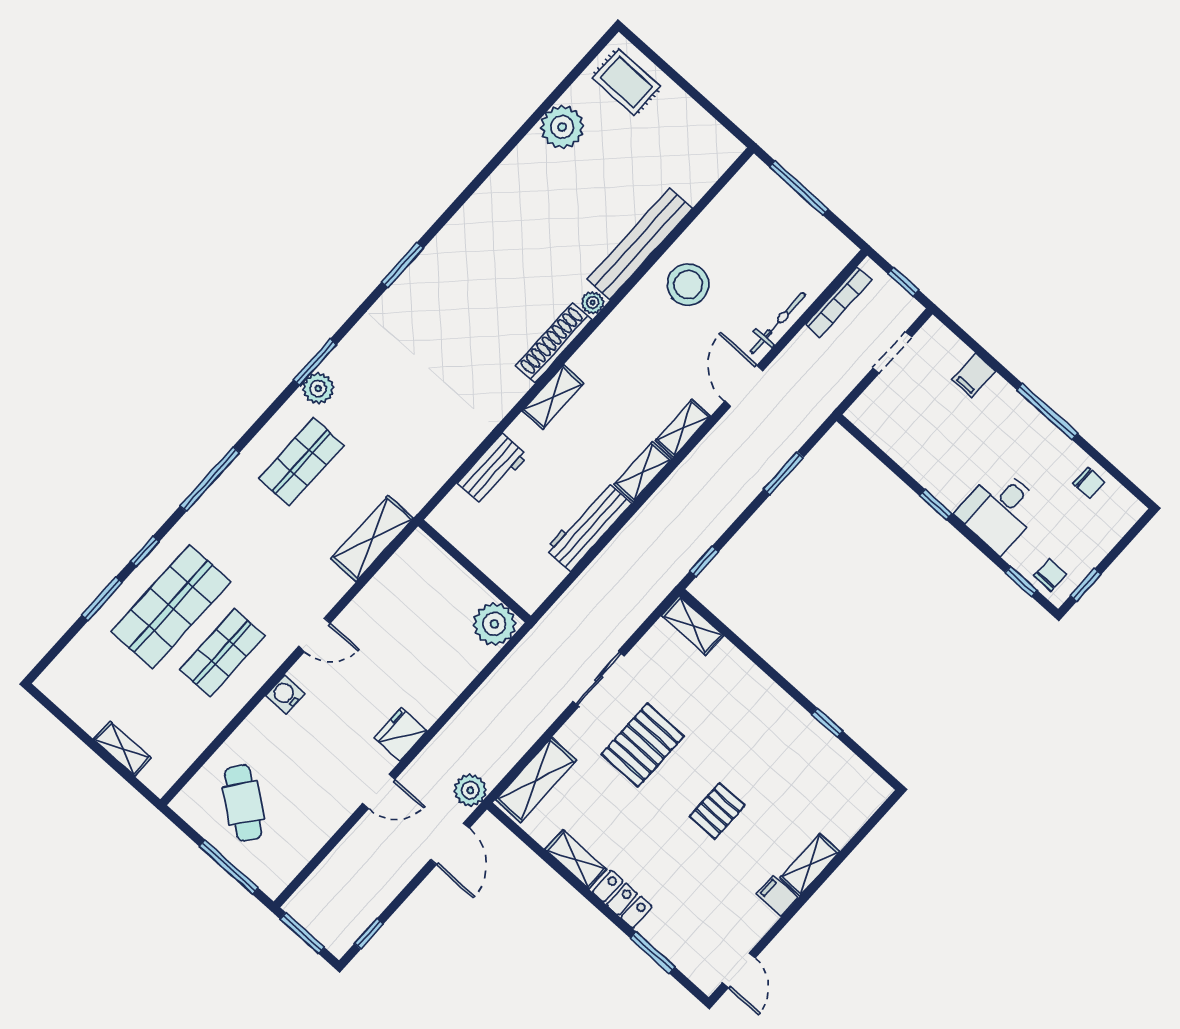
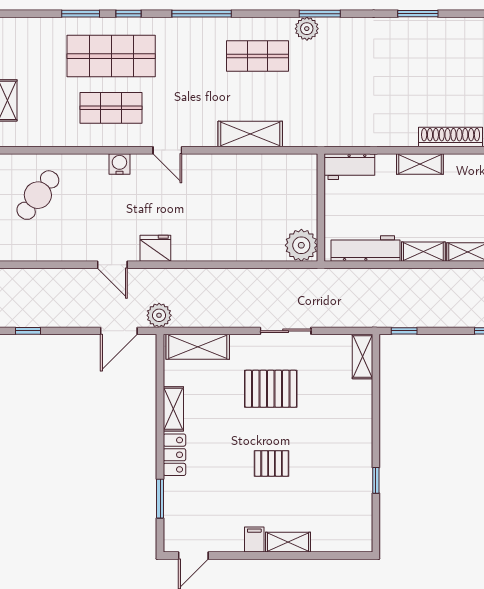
wall: (474, 571) -> (321, 207), moved
plant: (494, 624) -> (301, 245), moved

